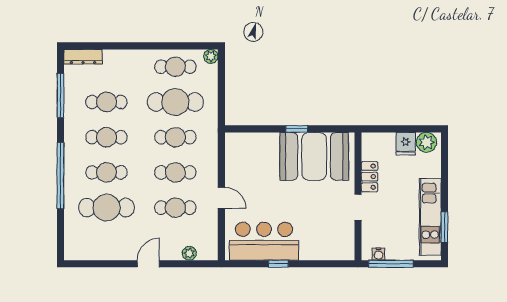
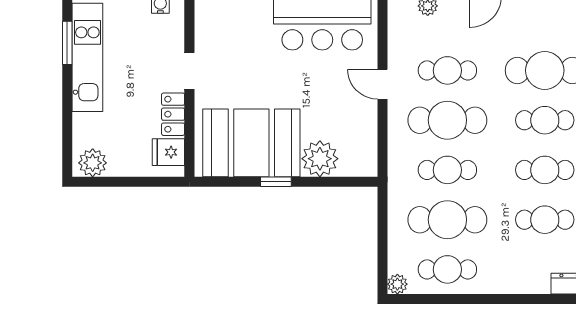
fridge: (406, 144) -> (168, 152), moved, turned -90
plant: (266, 145) -> (320, 159), added
cafe table: (175, 172) -> (447, 120), width x1.37, depth x1.35

